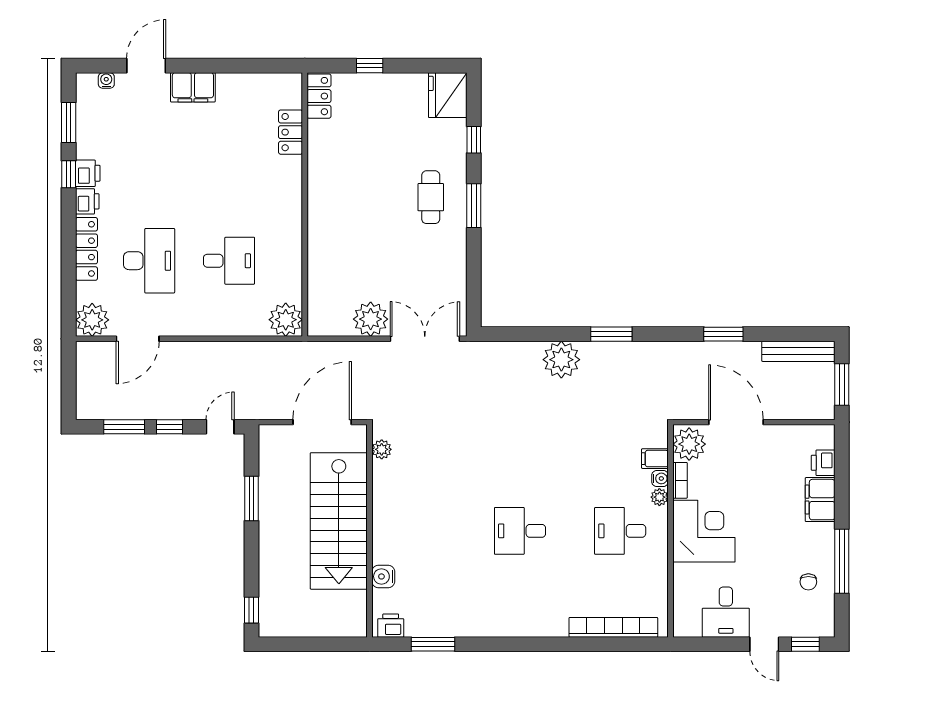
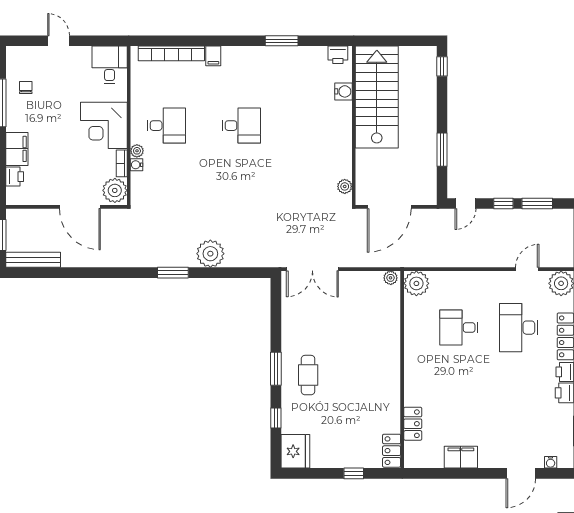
filing cabinet: (193, 87) -> (461, 457), moved
plant: (371, 319) -> (391, 278), moved, width x0.53, depth x0.53
window: (723, 334) -> (89, 273), removed
door: (138, 339) -> (527, 269), width x0.73
filing cabinet: (655, 459) -> (213, 56), moved, turned 90
stairs: (339, 521) -> (377, 97), moved
desk: (726, 612) -> (110, 65), moved
window: (433, 644) -> (282, 41), moved
window: (805, 644) -> (28, 41), removed

